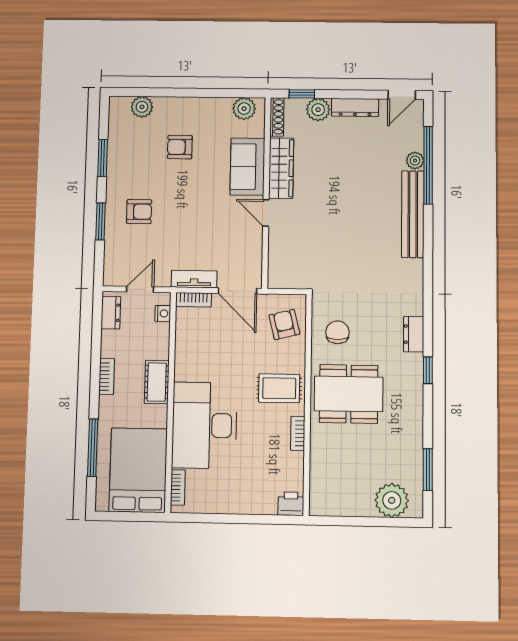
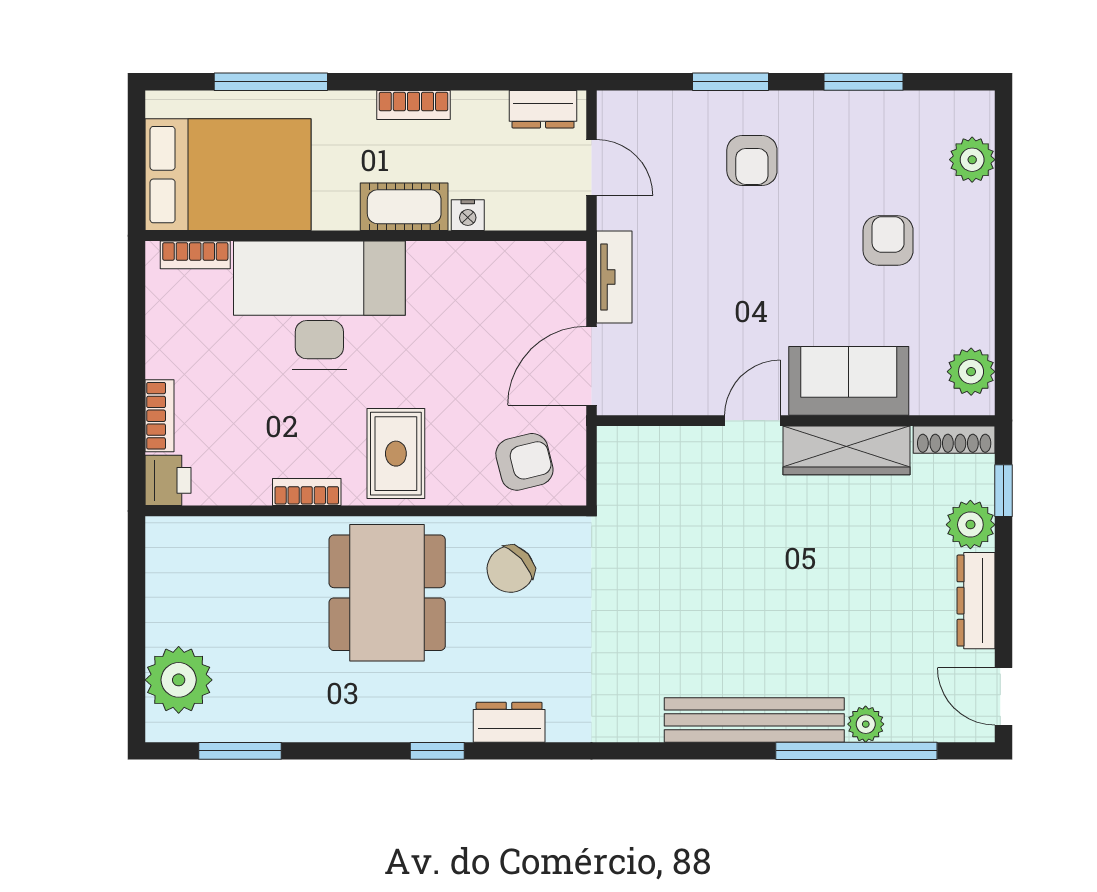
bookcase: (194, 300) -> (160, 416), moved, turned 180
nightstand: (163, 313) -> (468, 215), moved
chair: (337, 332) -> (510, 569), turned 138

